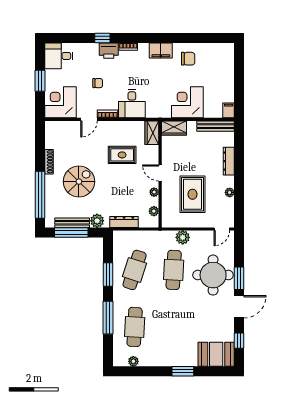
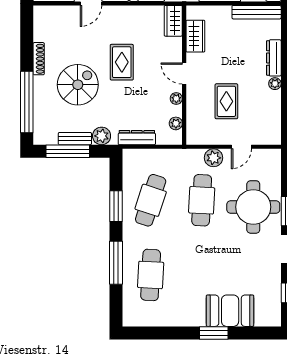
wardrobe: (174, 128) -> (195, 36), moved, turned -90
rug: (122, 155) -> (122, 62), moved, turned 90
plant: (230, 192) -> (275, 84), moved
rug: (193, 194) -> (226, 101), width x0.73, depth x0.70
bench: (72, 223) -> (75, 139), width x0.73
door: (222, 229) -> (241, 147), moved
booth: (216, 354) -> (230, 311), moved
plant: (133, 361) -> (149, 320), removed

